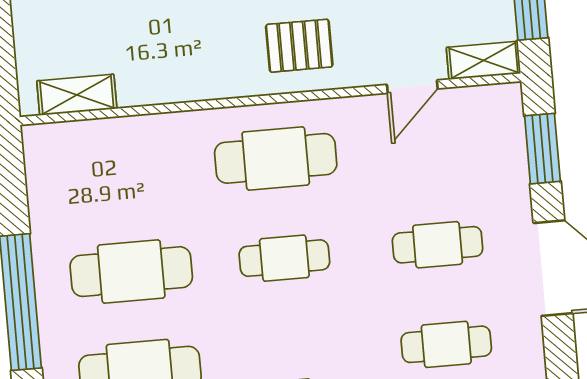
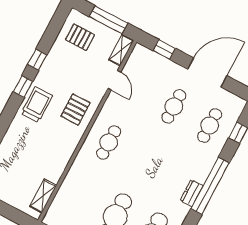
window: (542, 149) -> (164, 50), width x0.67
cafe table: (276, 158) -> (109, 142), width x0.73, depth x0.74
cafe table: (284, 258) -> (144, 162), removed

